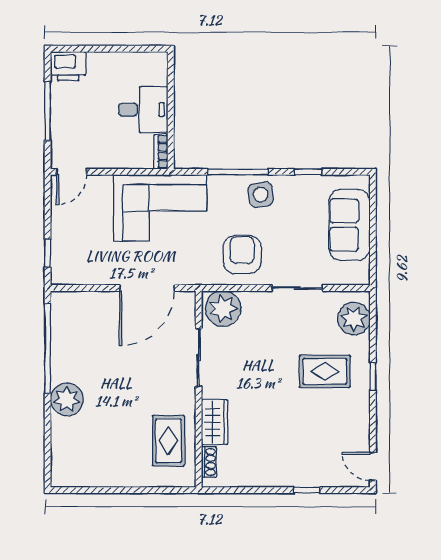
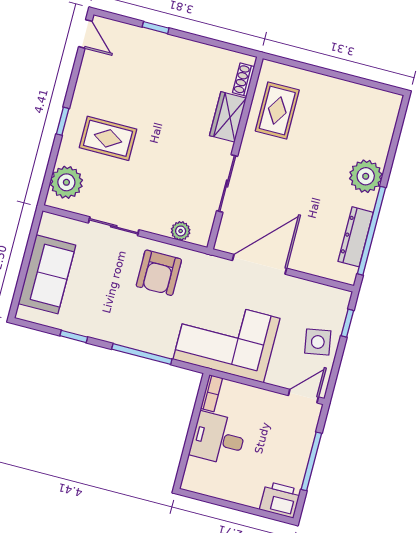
side table: (261, 195) -> (318, 342), moved
plant: (223, 309) -> (181, 231), width x0.53, depth x0.53
dresser: (61, 339) -> (356, 237), added

